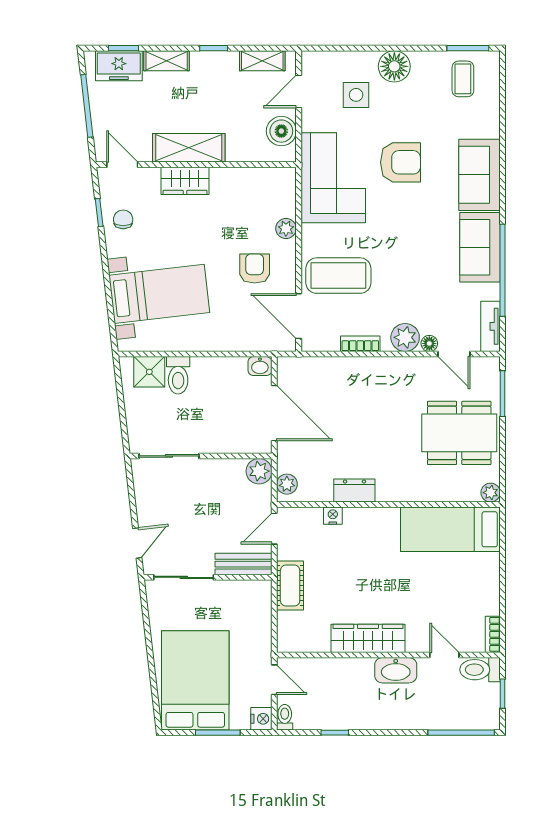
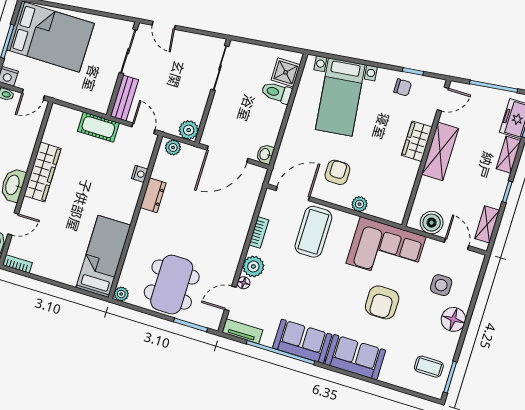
armchair: (255, 268) -> (337, 172), turned -90

